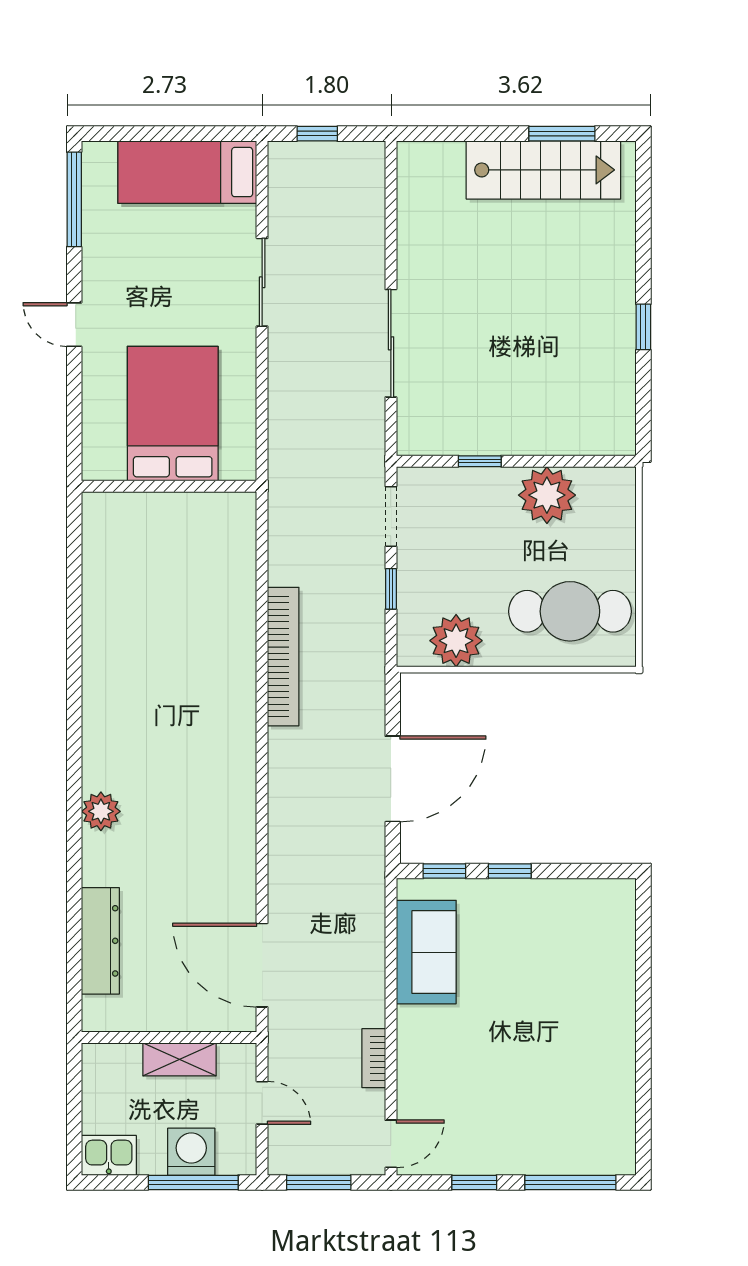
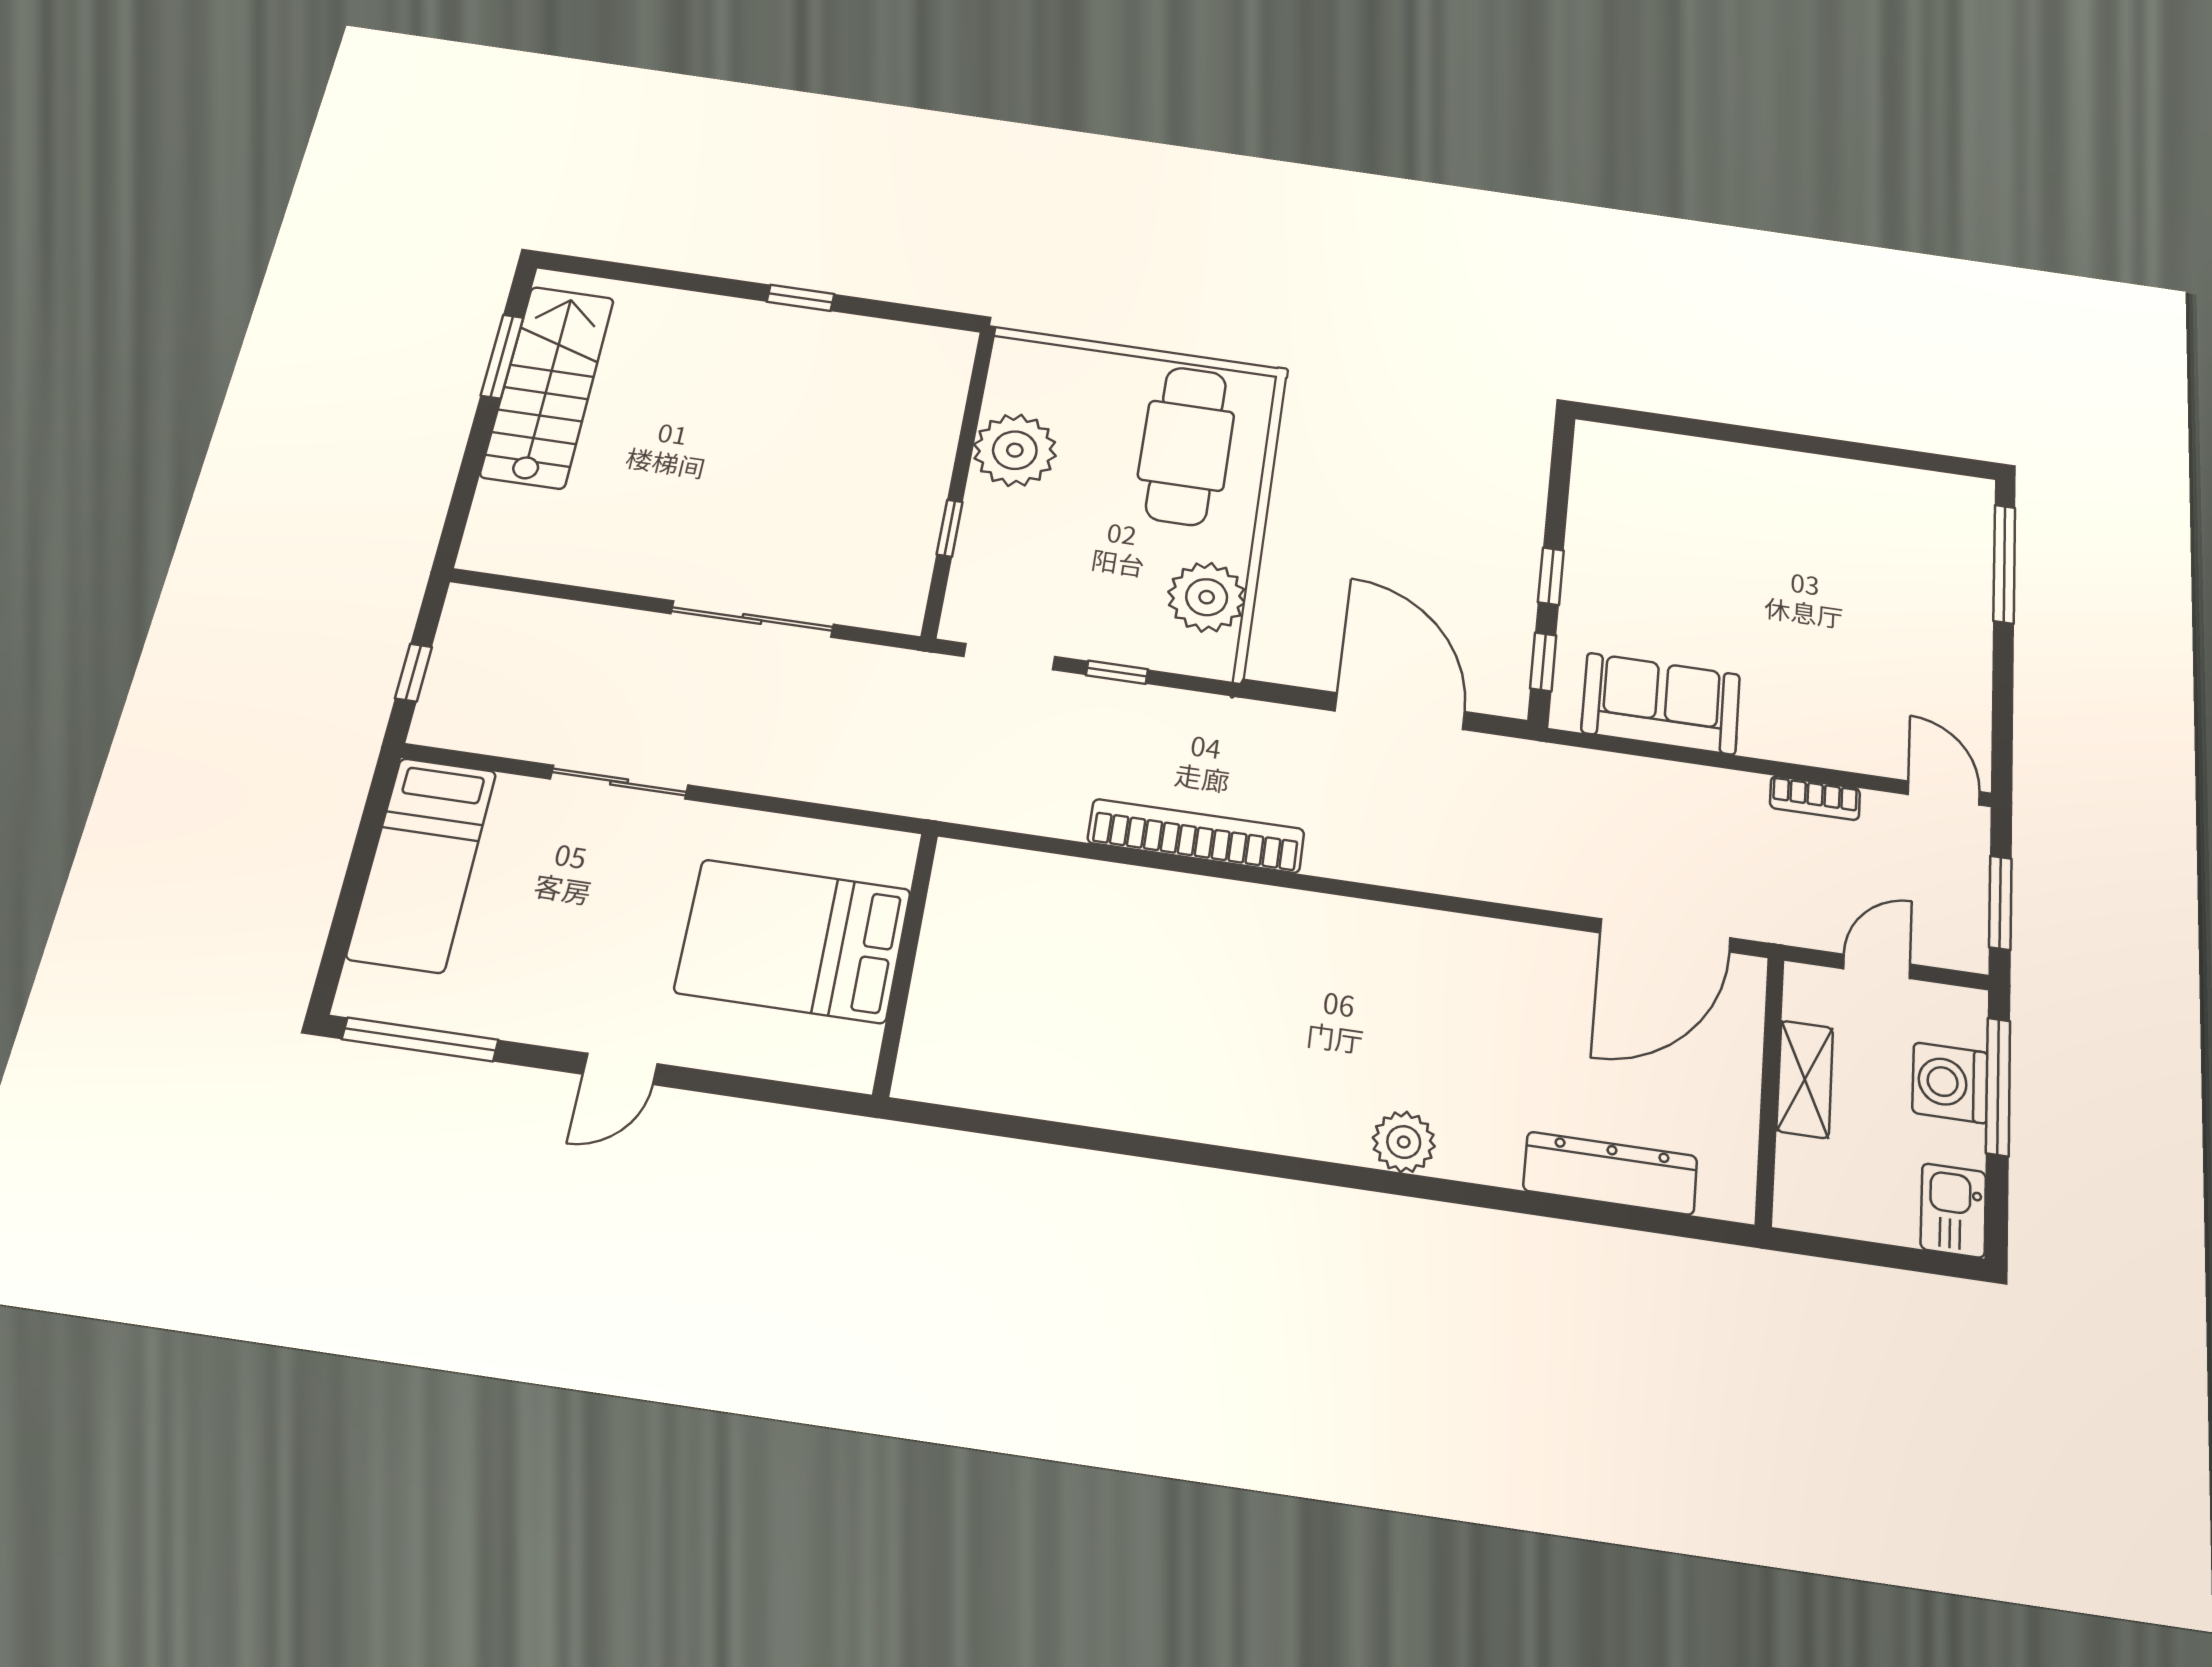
window: (474, 1182) -> (2003, 689), removed

